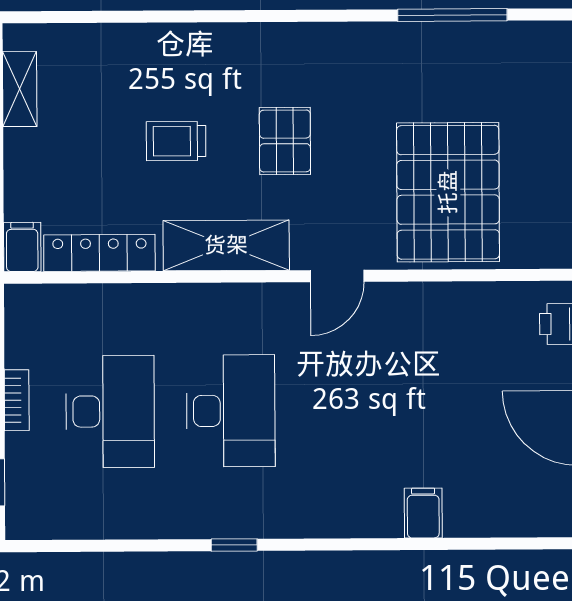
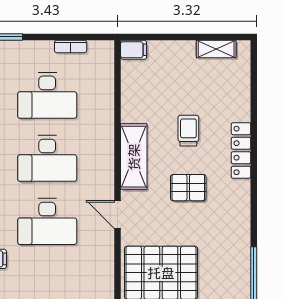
locker: (99, 253) -> (241, 150), moved, turned 180
bookcase: (17, 400) -> (71, 46), moved
desk: (351, 410) -> (47, 222), added

